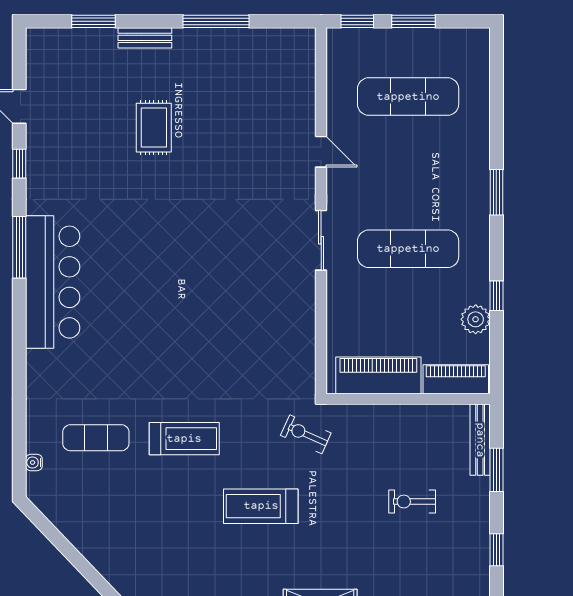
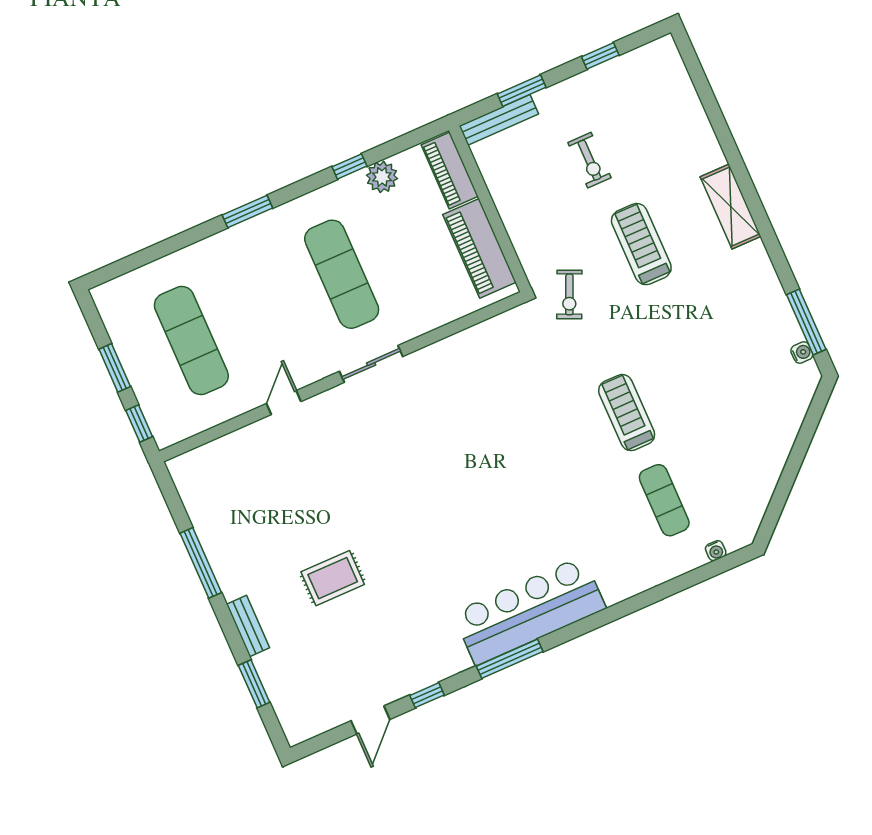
treadmill: (261, 506) -> (641, 244), moved, turned 180

